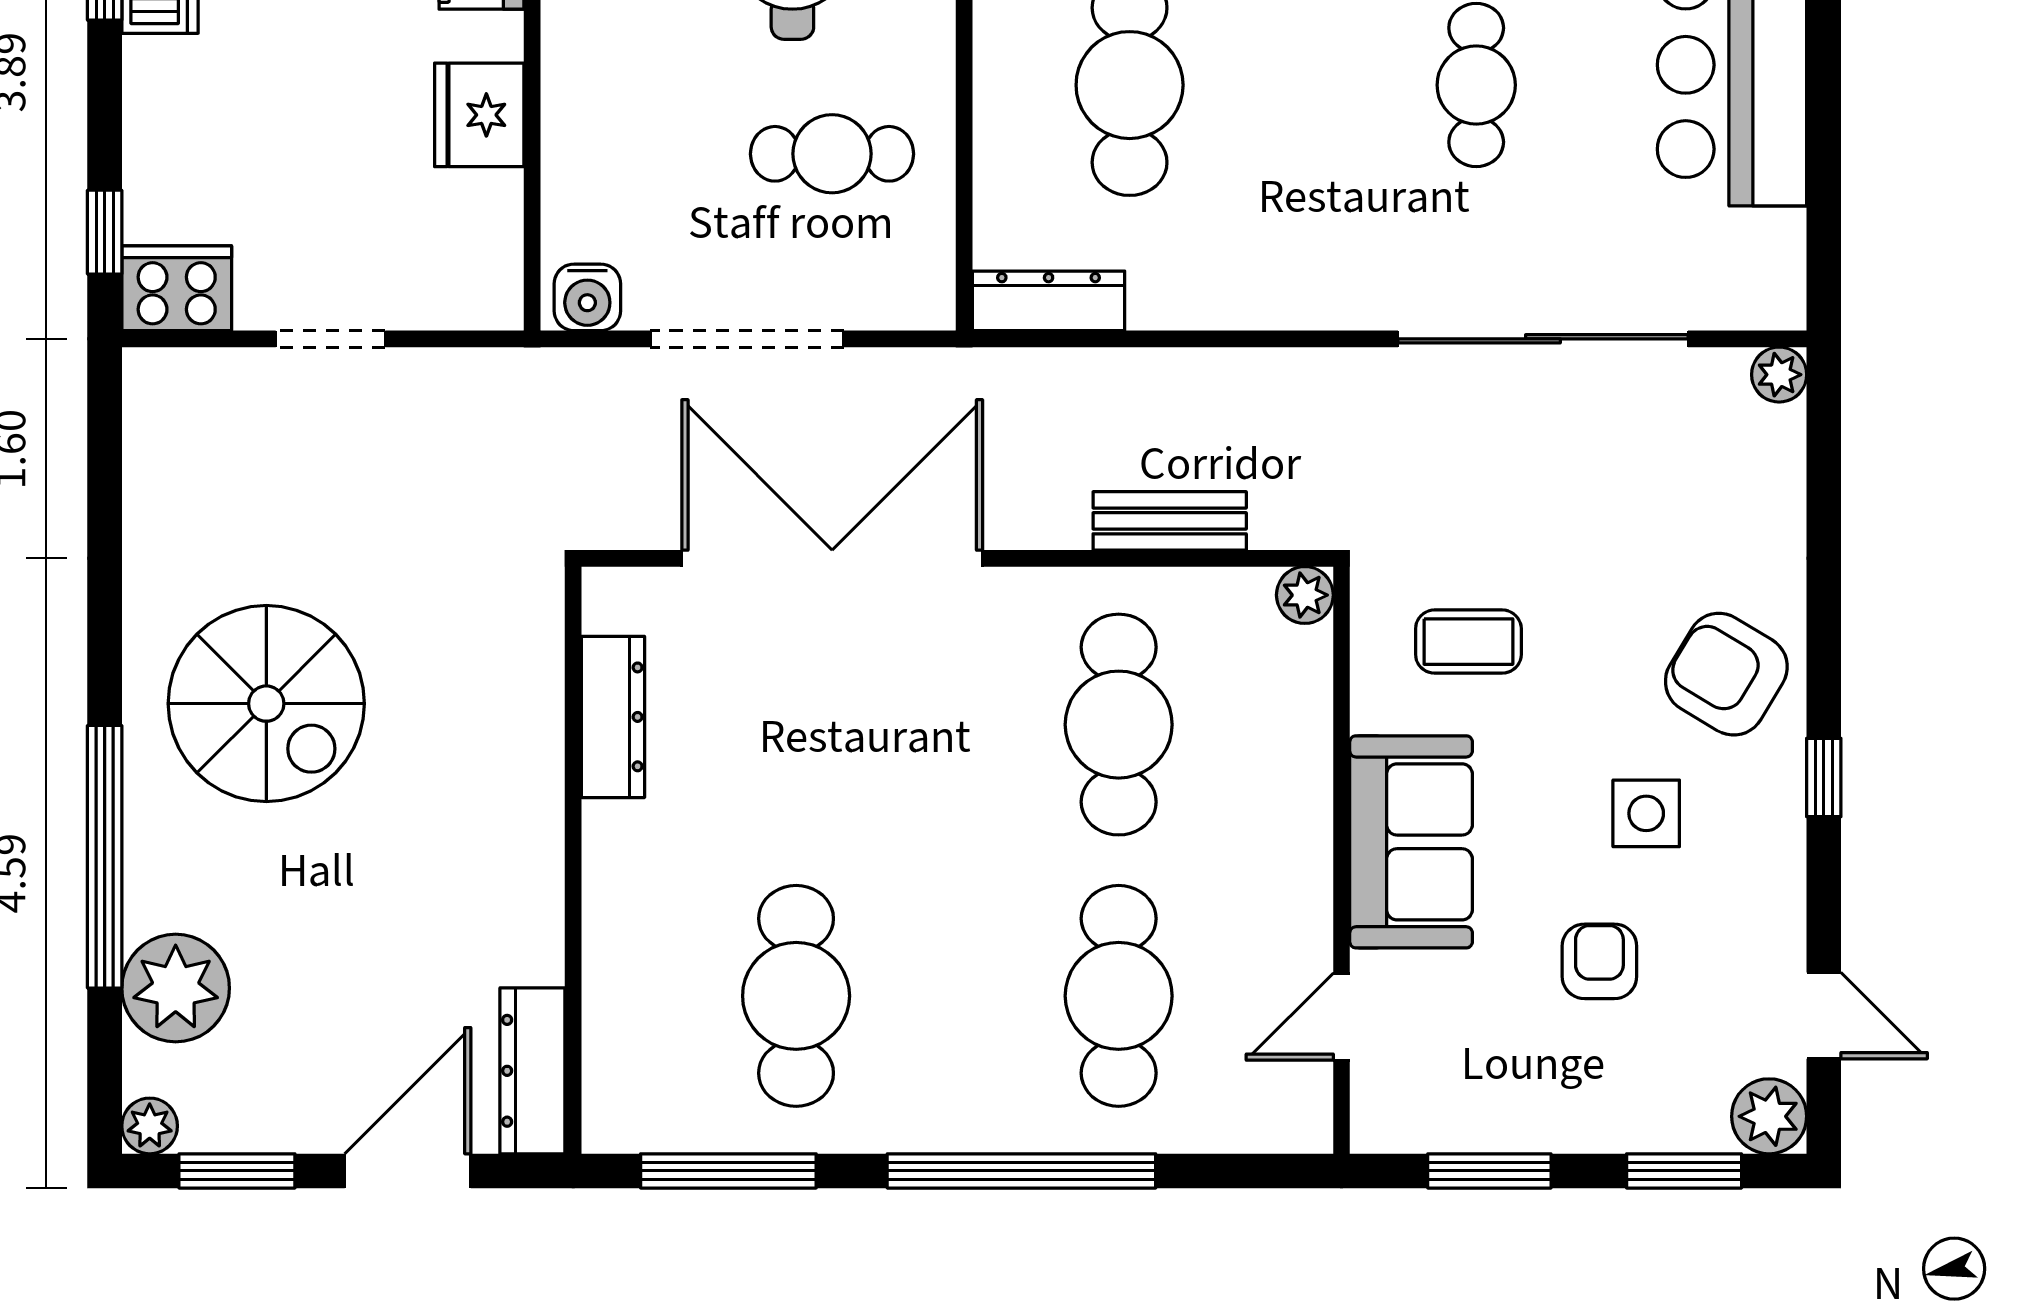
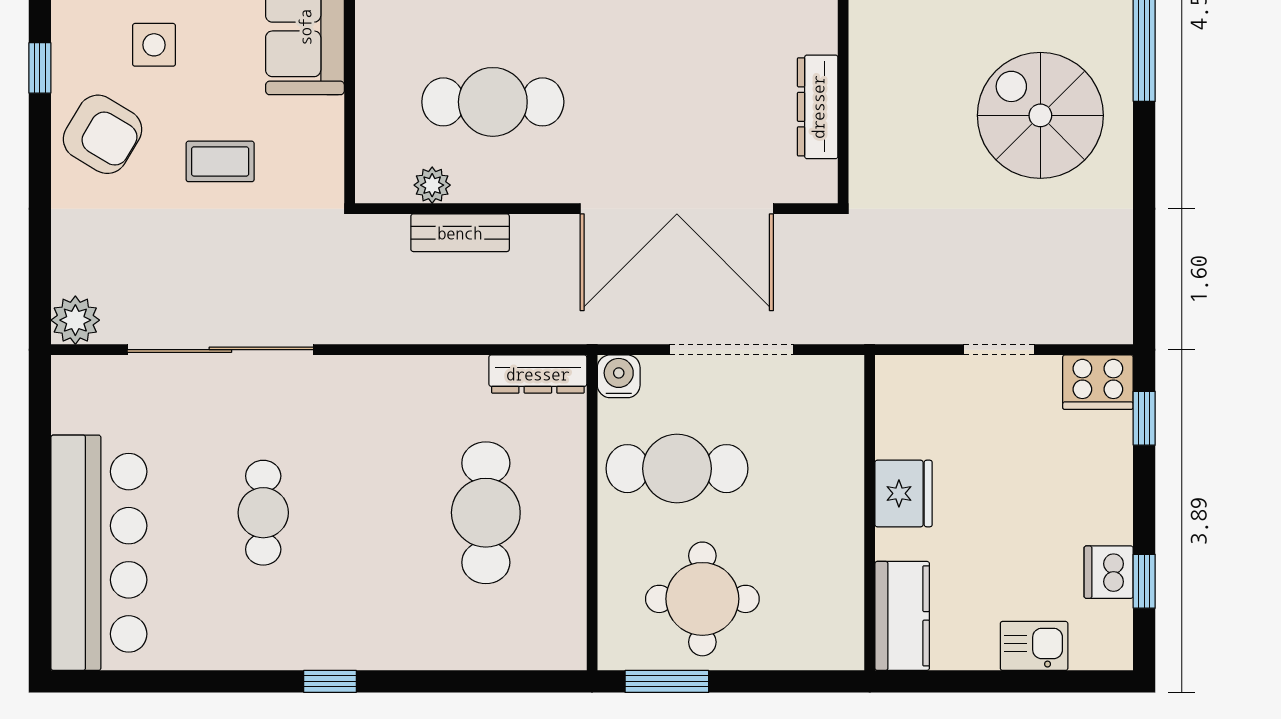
cafe table: (832, 154) -> (677, 469), width x1.37, depth x1.35
water cooler: (587, 297) -> (619, 376), moved
plant: (1779, 375) -> (75, 320), width x1.38, depth x1.38
plant: (1305, 595) -> (432, 185), moved
coffee table: (1468, 642) -> (220, 161), moved
cafe table: (1119, 725) -> (493, 102), turned 90

